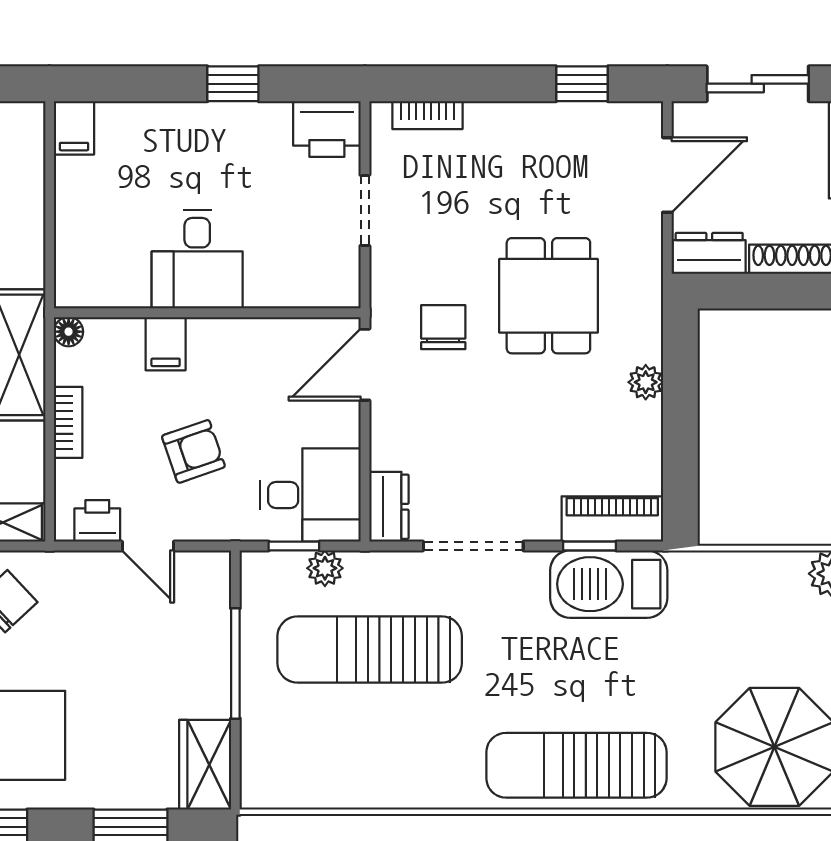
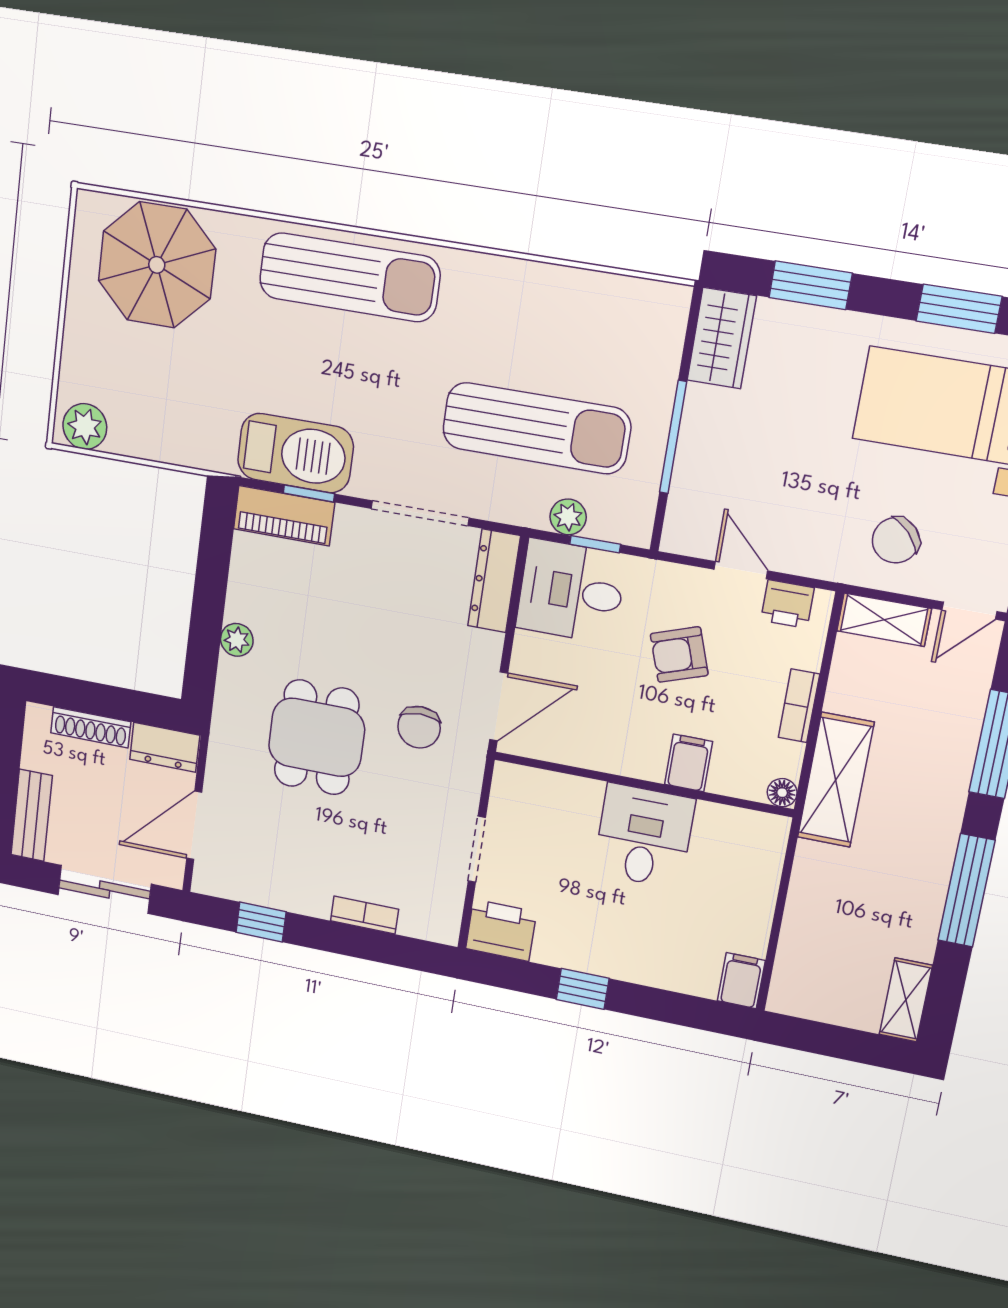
bookcase: (427, 115) -> (365, 915), moved
dresser: (389, 507) -> (494, 581), width x1.44

